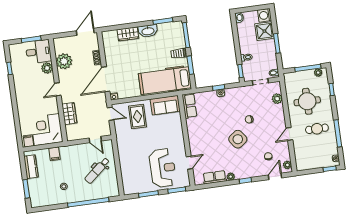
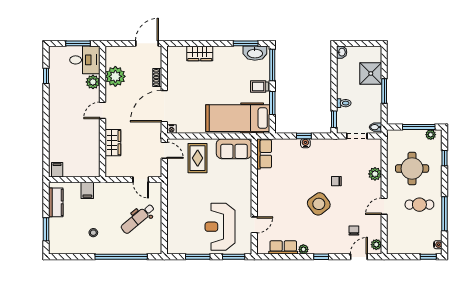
washing machine: (265, 15) -> (374, 54), removed
washbasin: (148, 31) -> (255, 53), moved
plant: (277, 99) -> (375, 174), moved
corner desk: (47, 130) -> (82, 159), removed
reception desk: (163, 168) -> (220, 227), turned 180

